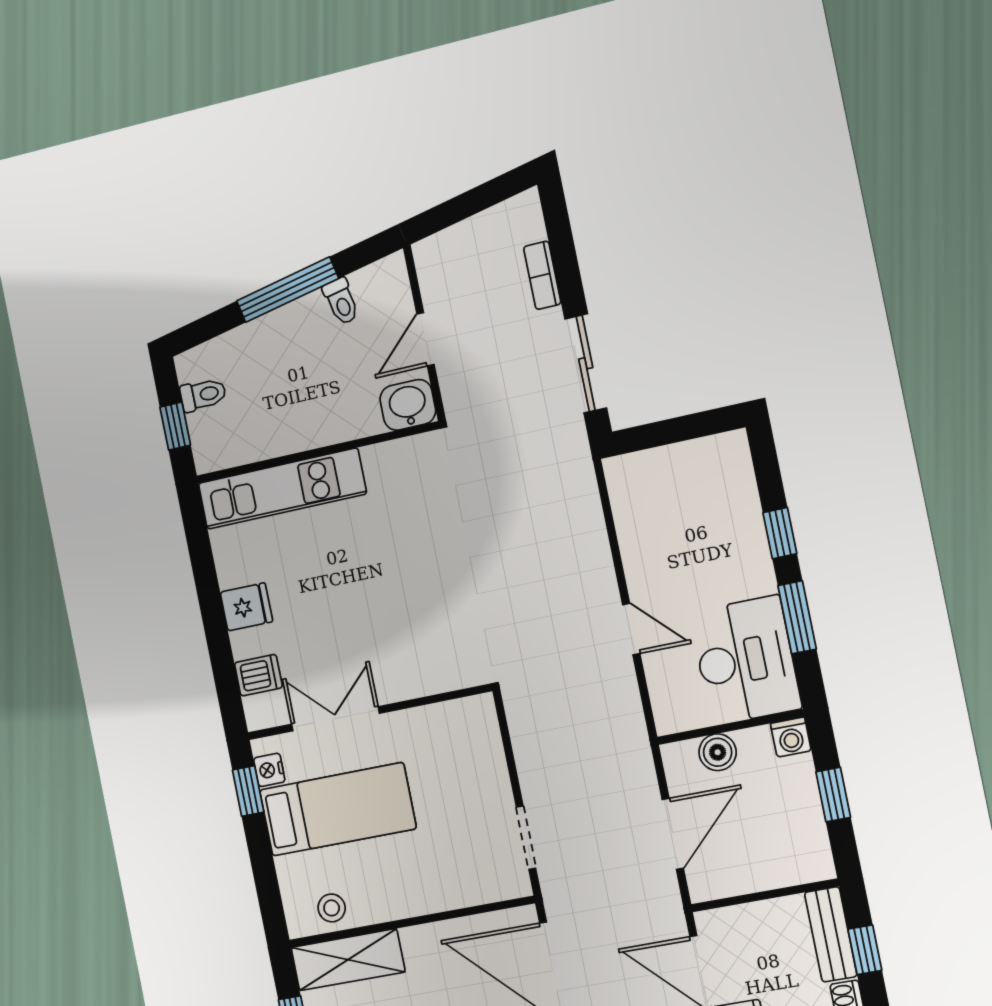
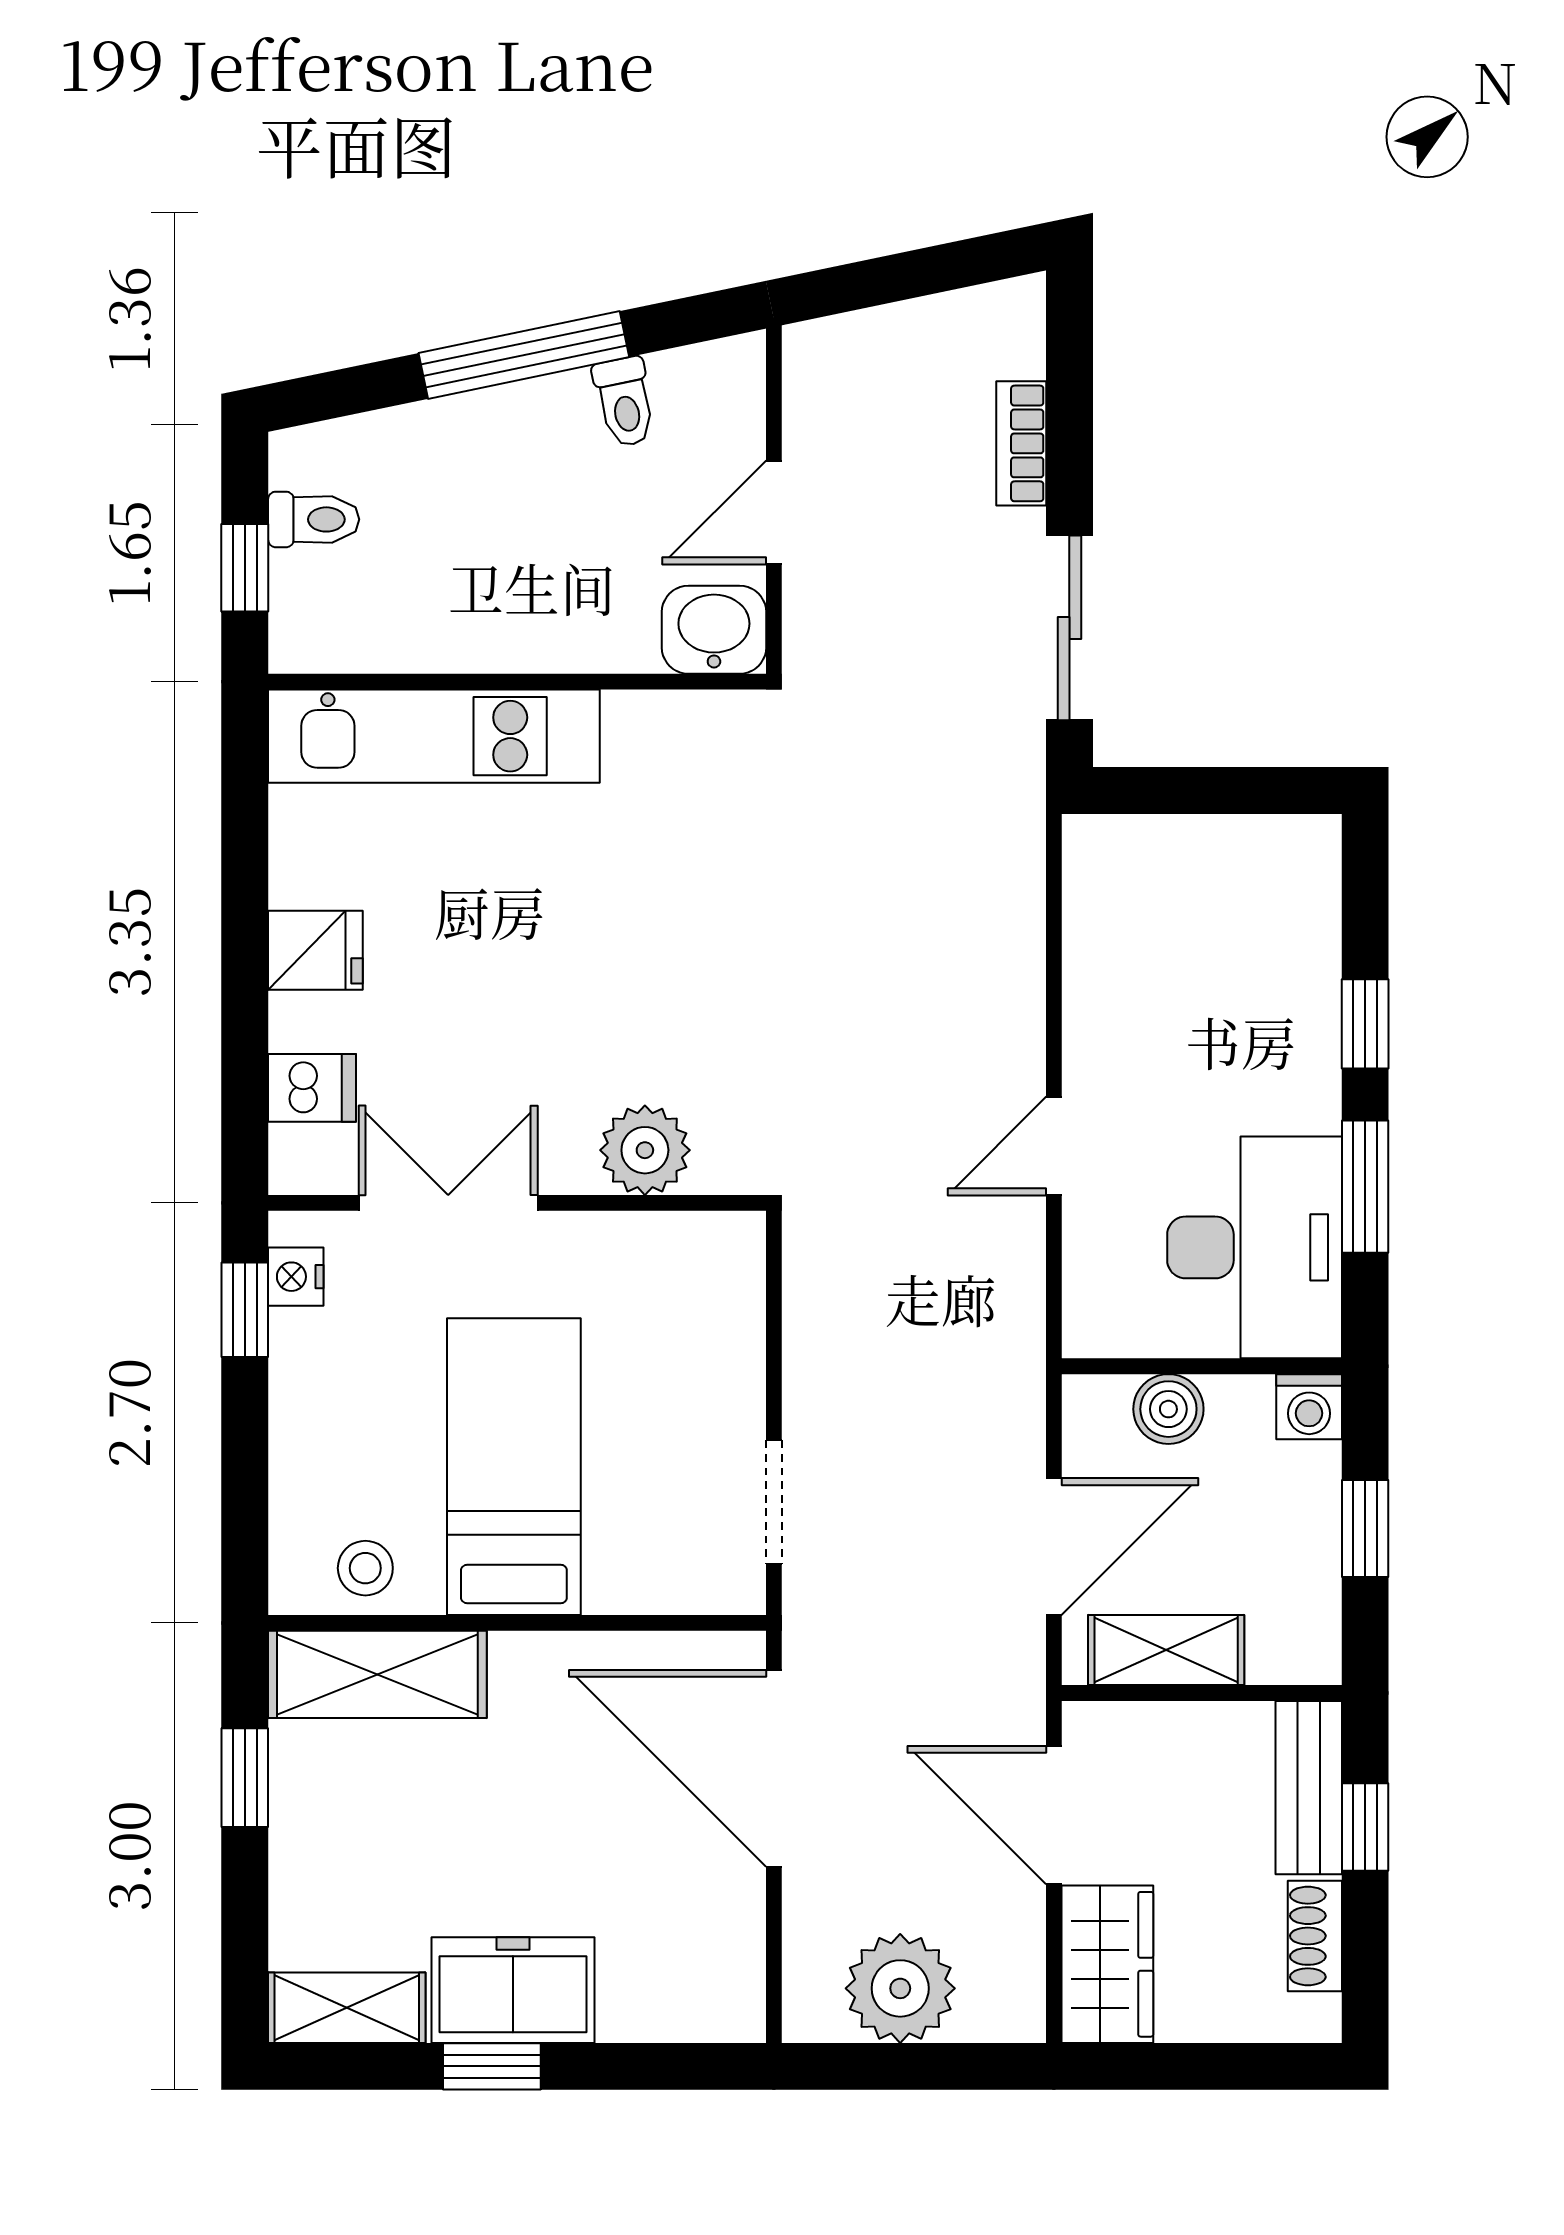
door: (631, 629) -> (1054, 1146), swing flipped
plant: (426, 673) -> (645, 1150), added
bed: (338, 809) -> (514, 1467), moved, turned -90
shelving: (742, 876) -> (1166, 1650), added

